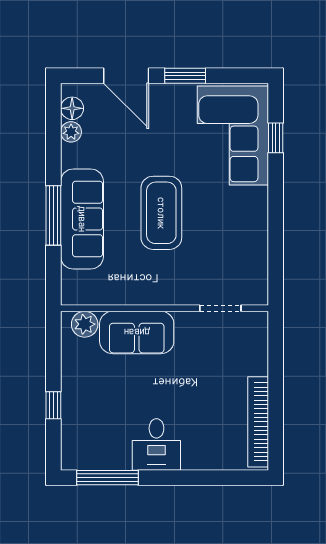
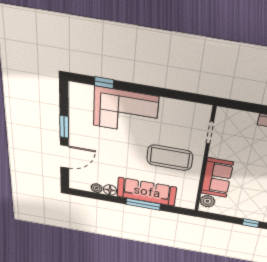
floor lamp: (72, 108) -> (110, 190), moved
corner sofa: (233, 135) -> (126, 111), moved
coffee table: (161, 213) -> (170, 158), moved

